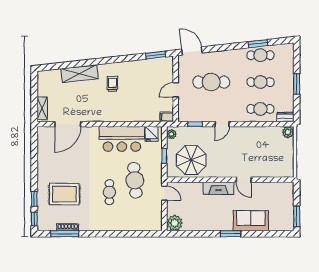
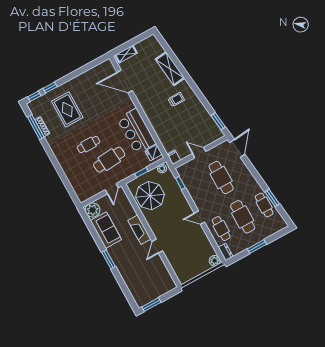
cafe table: (260, 82) -> (243, 217), width x1.37, depth x1.35
door: (222, 124) -> (199, 218), moved
sofa: (251, 221) -> (106, 230), moved

